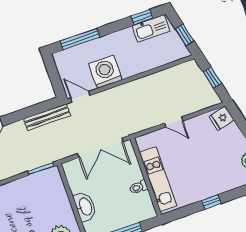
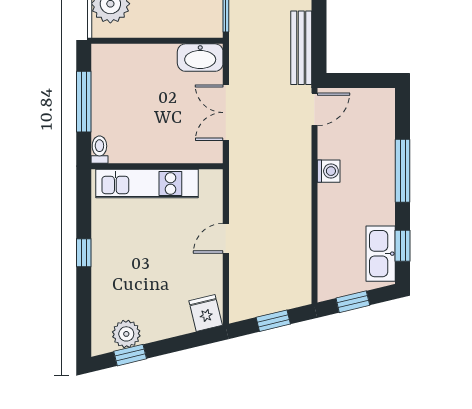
window: (80, 39) -> (403, 171), moved
washing machine: (105, 72) -> (329, 171), width x0.53, depth x0.53
double door: (100, 148) -> (226, 113), width x0.73
toilet: (138, 187) -> (99, 150), moved
washbasin: (85, 207) -> (200, 58), moved

